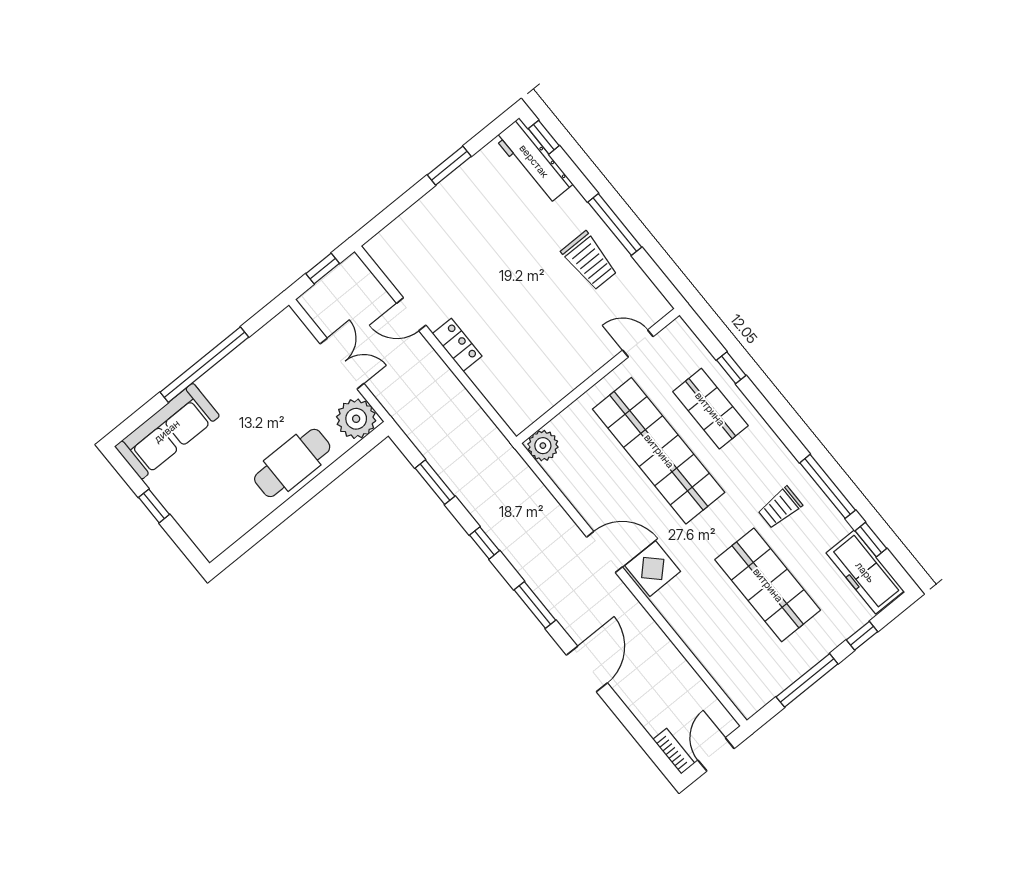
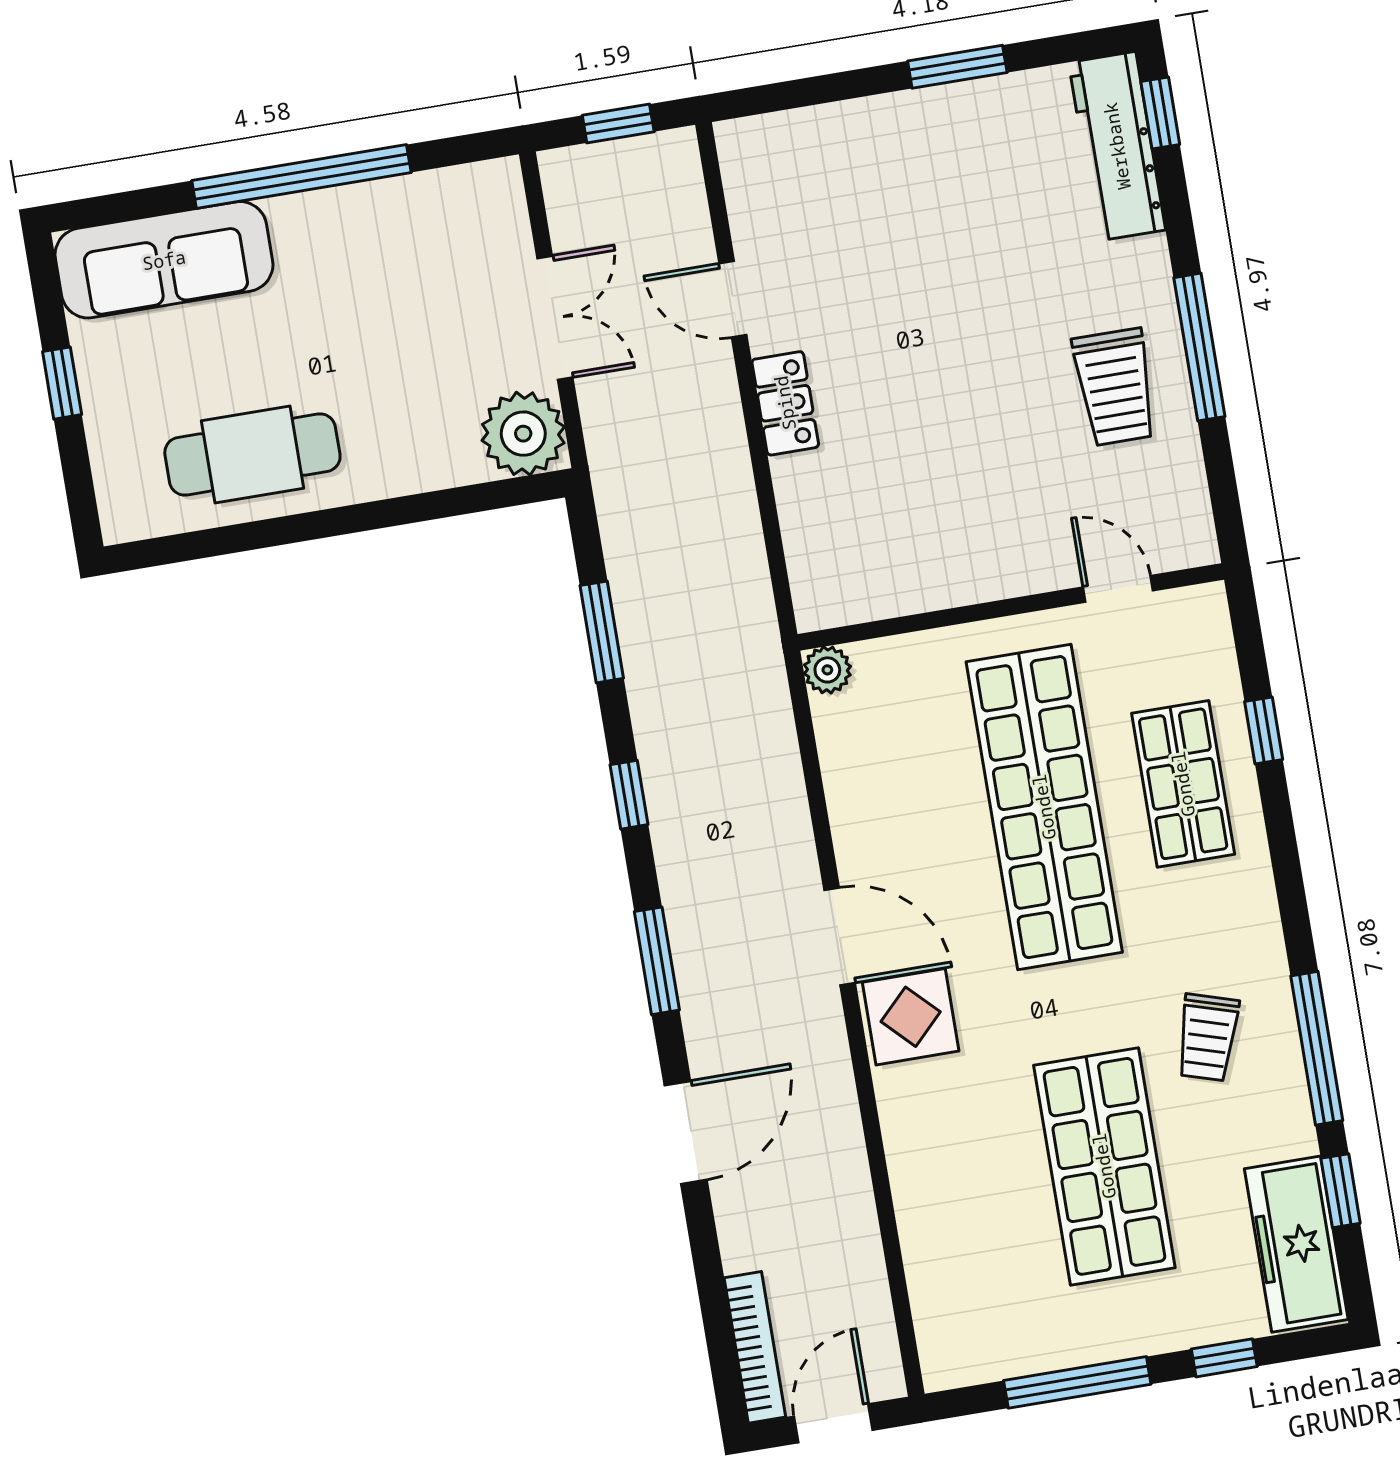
plant: (543, 446) -> (827, 670), width x0.73, depth x0.73
cafe table: (292, 463) -> (252, 454), moved
trolley: (780, 508) -> (1207, 1037), turned -73
bookcase: (674, 751) -> (755, 1347), width x1.56

